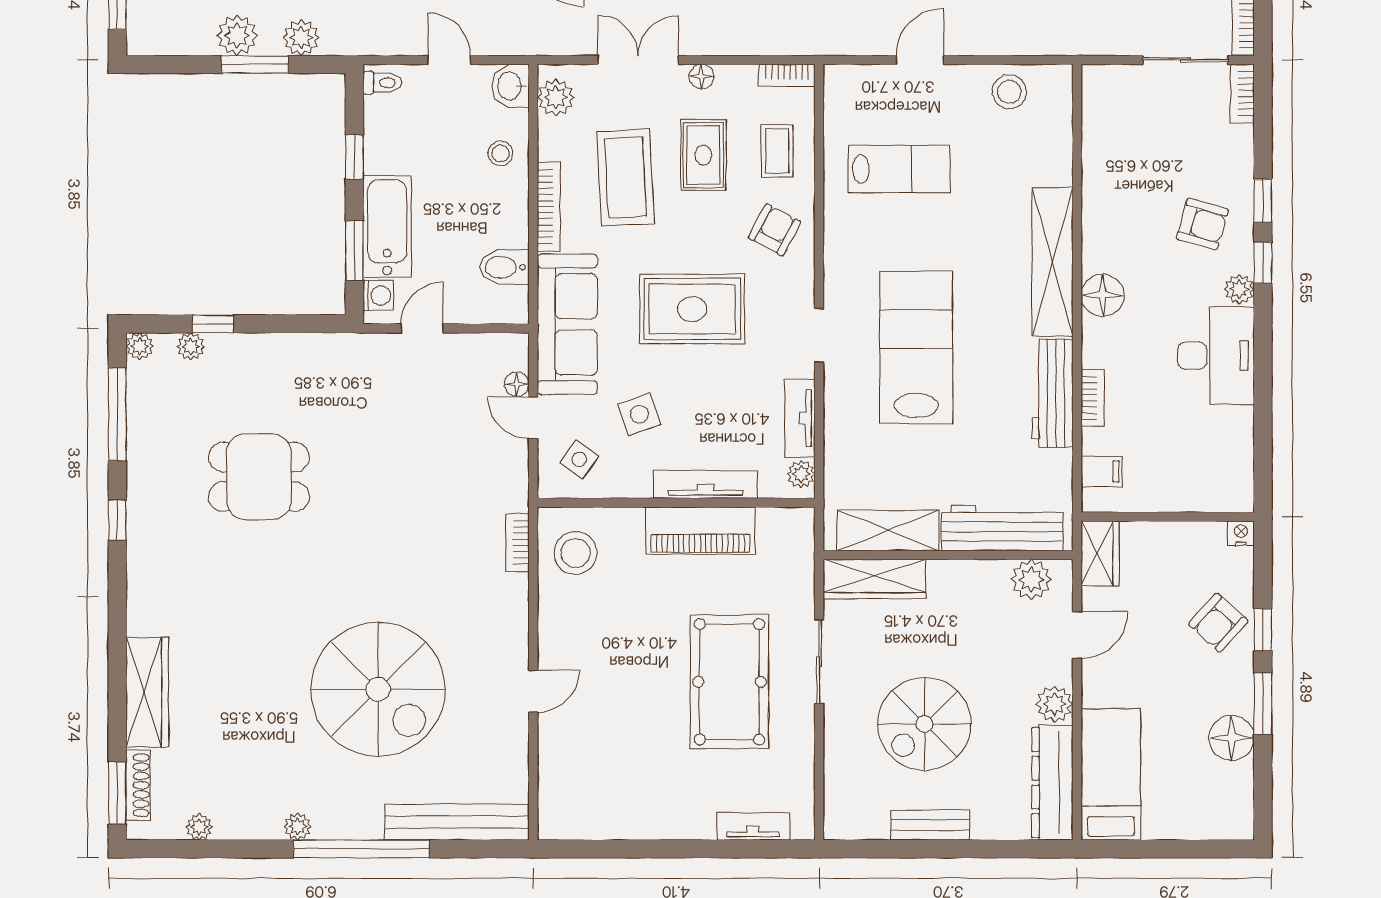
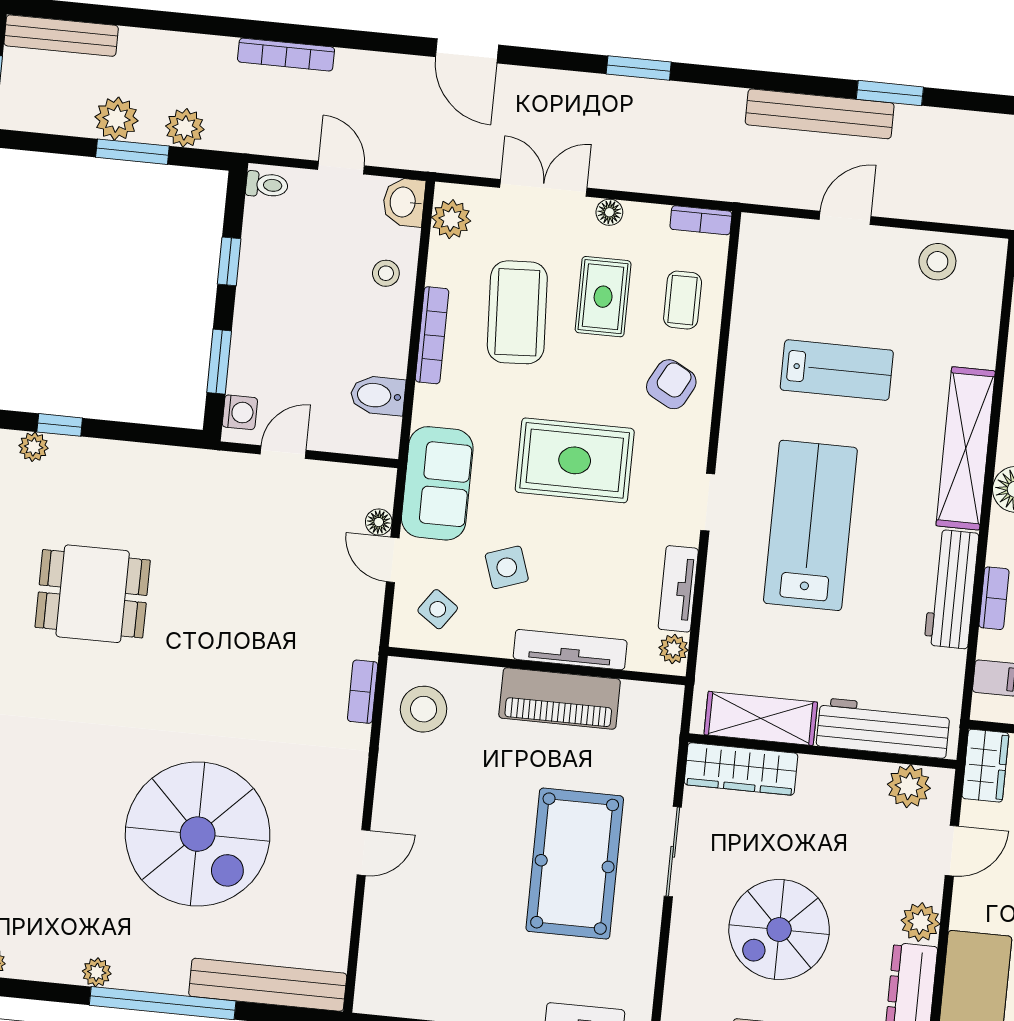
lab bench: (899, 169) -> (837, 370), moved
bathtub: (387, 226) -> (257, 339), removed
sofa: (567, 324) -> (437, 483), width x0.73

